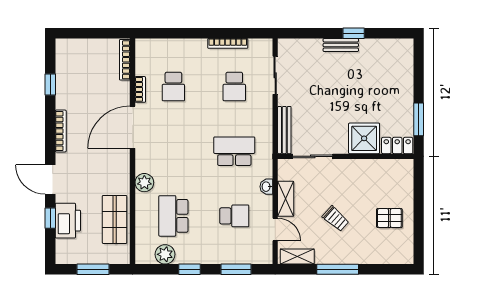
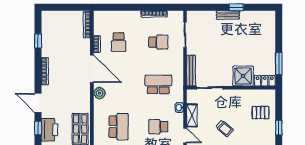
school desk: (234, 87) -> (158, 42), turned -90
door: (133, 127) -> (92, 69), swing flipped
plant: (144, 183) -> (100, 93), moved
school desk: (173, 216) -> (119, 127), turned 180
school desk: (234, 216) -> (158, 127), turned 180
pallet: (389, 218) -> (261, 113), moved
window: (419, 218) -> (279, 128), added

